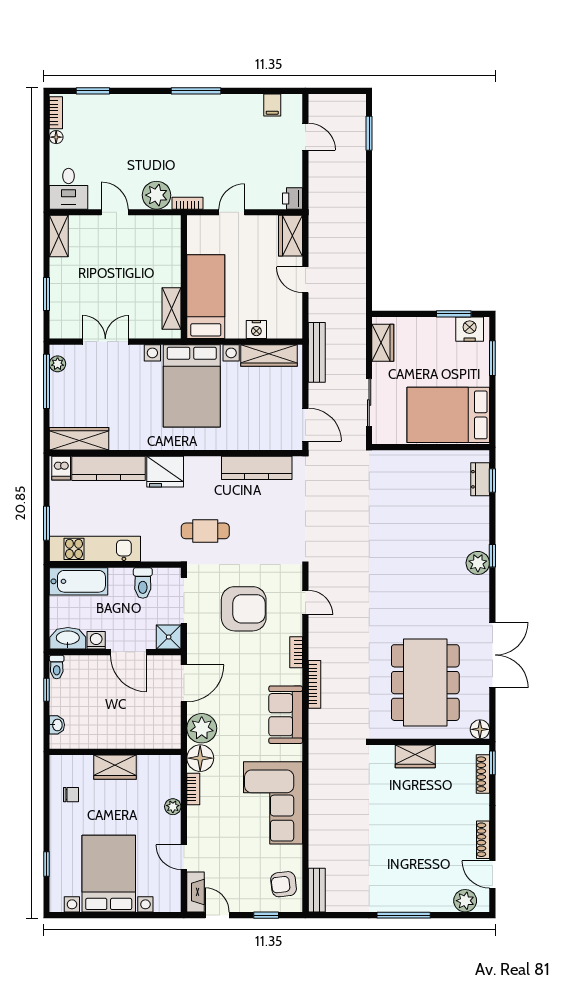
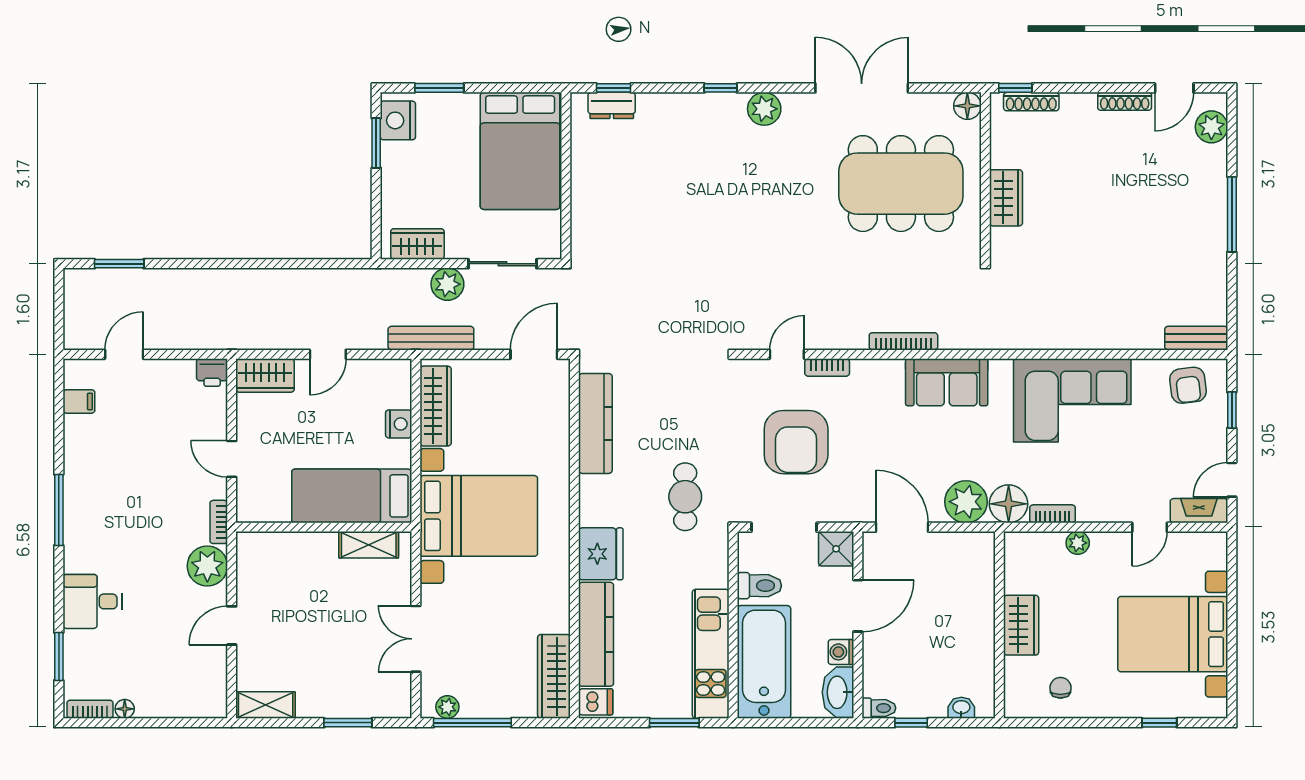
desk: (69, 189) -> (92, 601), moved, turned 180
plant: (355, 364) -> (447, 284), added
plant: (478, 563) -> (764, 109), moved
bathtub: (79, 581) -> (764, 662), width x1.36, depth x1.36
armchair: (244, 609) -> (796, 442), turned 180
bookcase: (296, 652) -> (827, 367), moved

